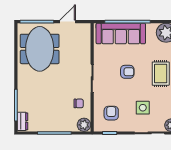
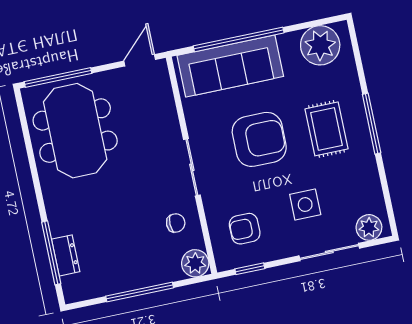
door: (68, 22) -> (140, 60), moved
armchair: (127, 72) -> (259, 139), width x1.88, depth x1.88
armchair: (111, 113) -> (245, 229), turned -90
dresser: (23, 121) -> (66, 255), moved

